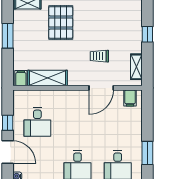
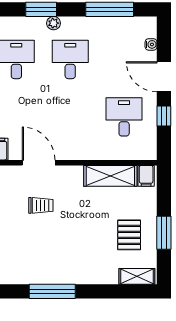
pallet: (61, 22) -> (129, 235), moved, width x0.67, depth x0.71
door: (101, 88) -> (39, 163), hinge flipped

